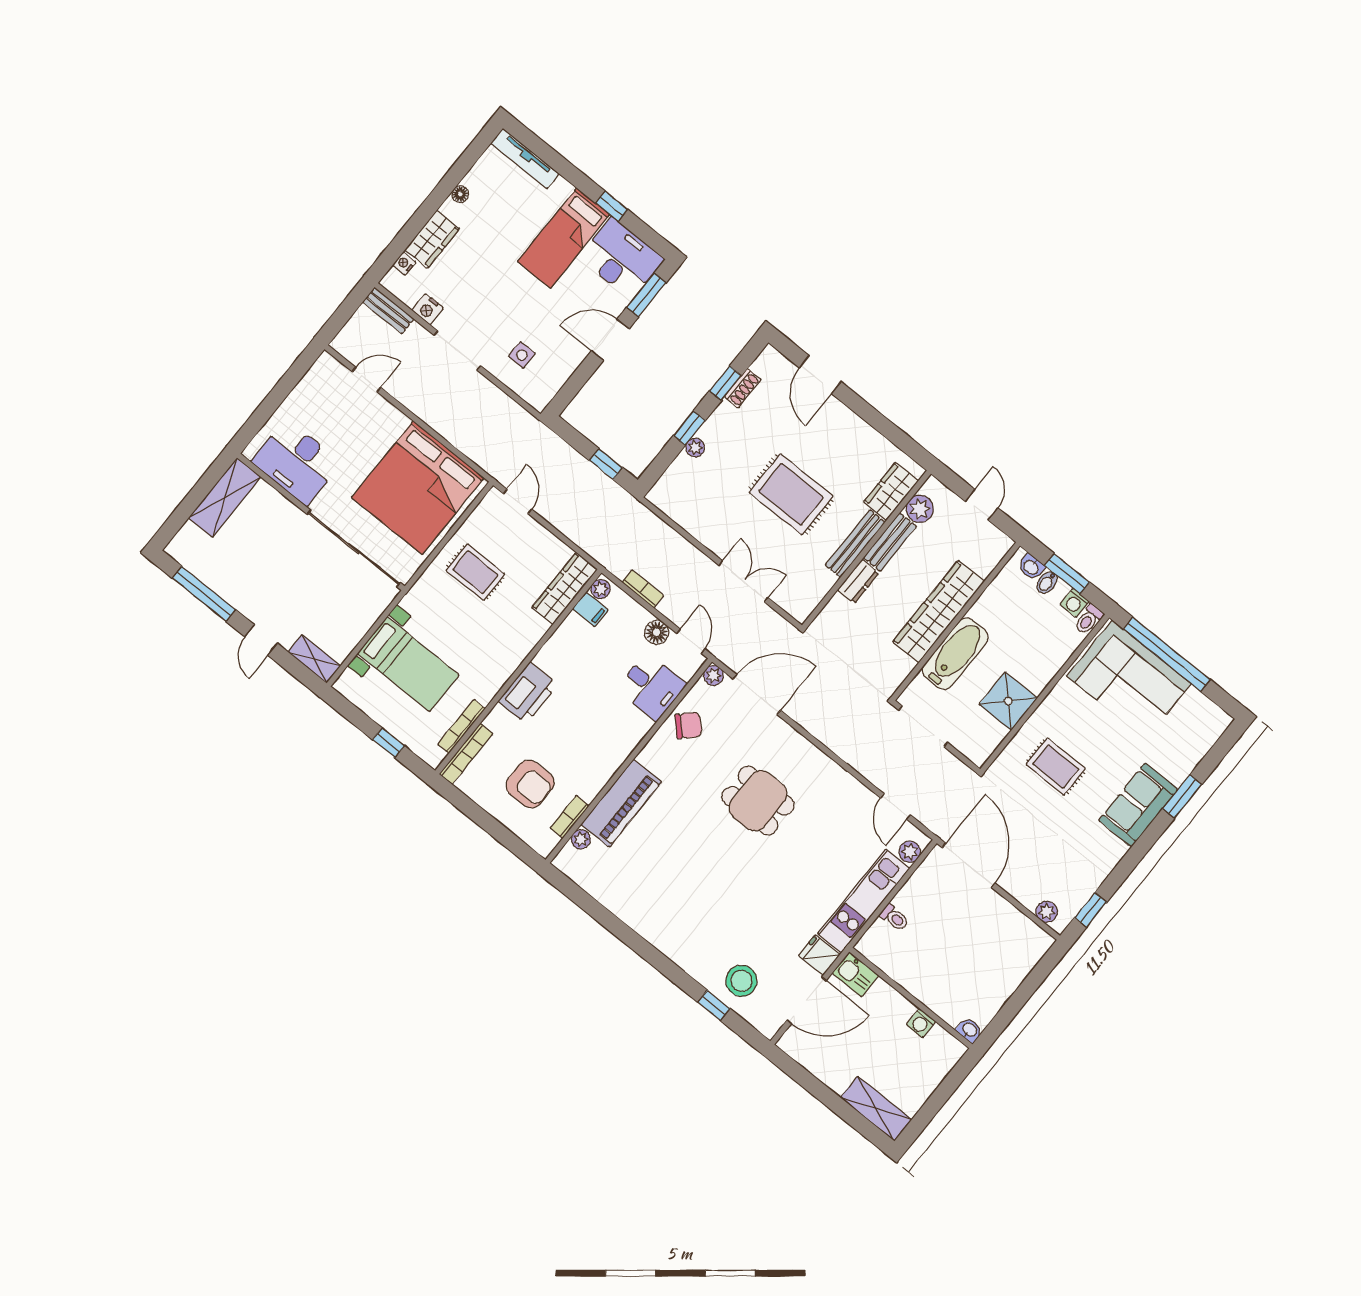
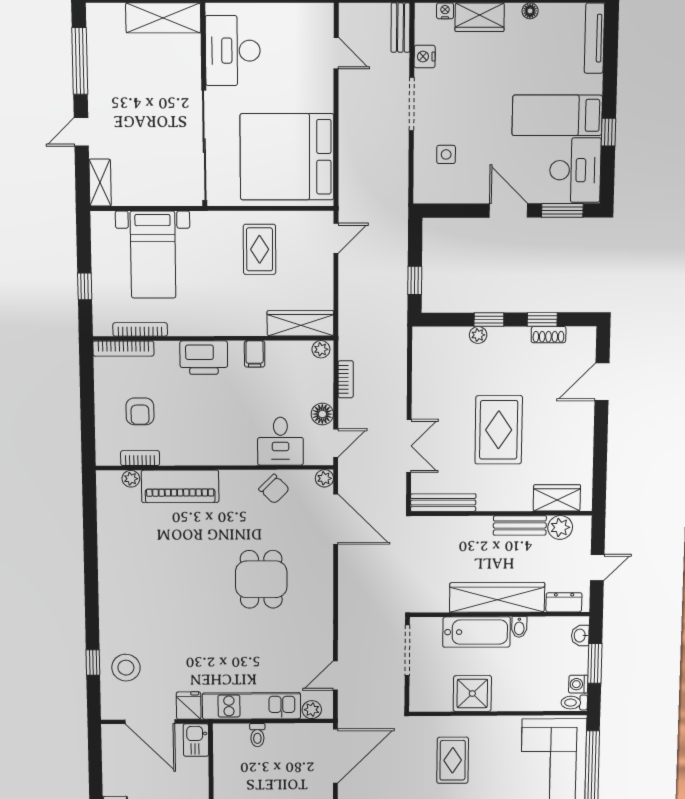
bench: (855, 544) -> (443, 503), moved
dresser: (858, 581) -> (564, 602), moved, turned 180
bidet: (1047, 583) -> (519, 627), moved, turned -90
filing cabinet: (590, 609) -> (255, 354), moved
armchair: (530, 784) -> (140, 411), width x0.72, depth x0.72

